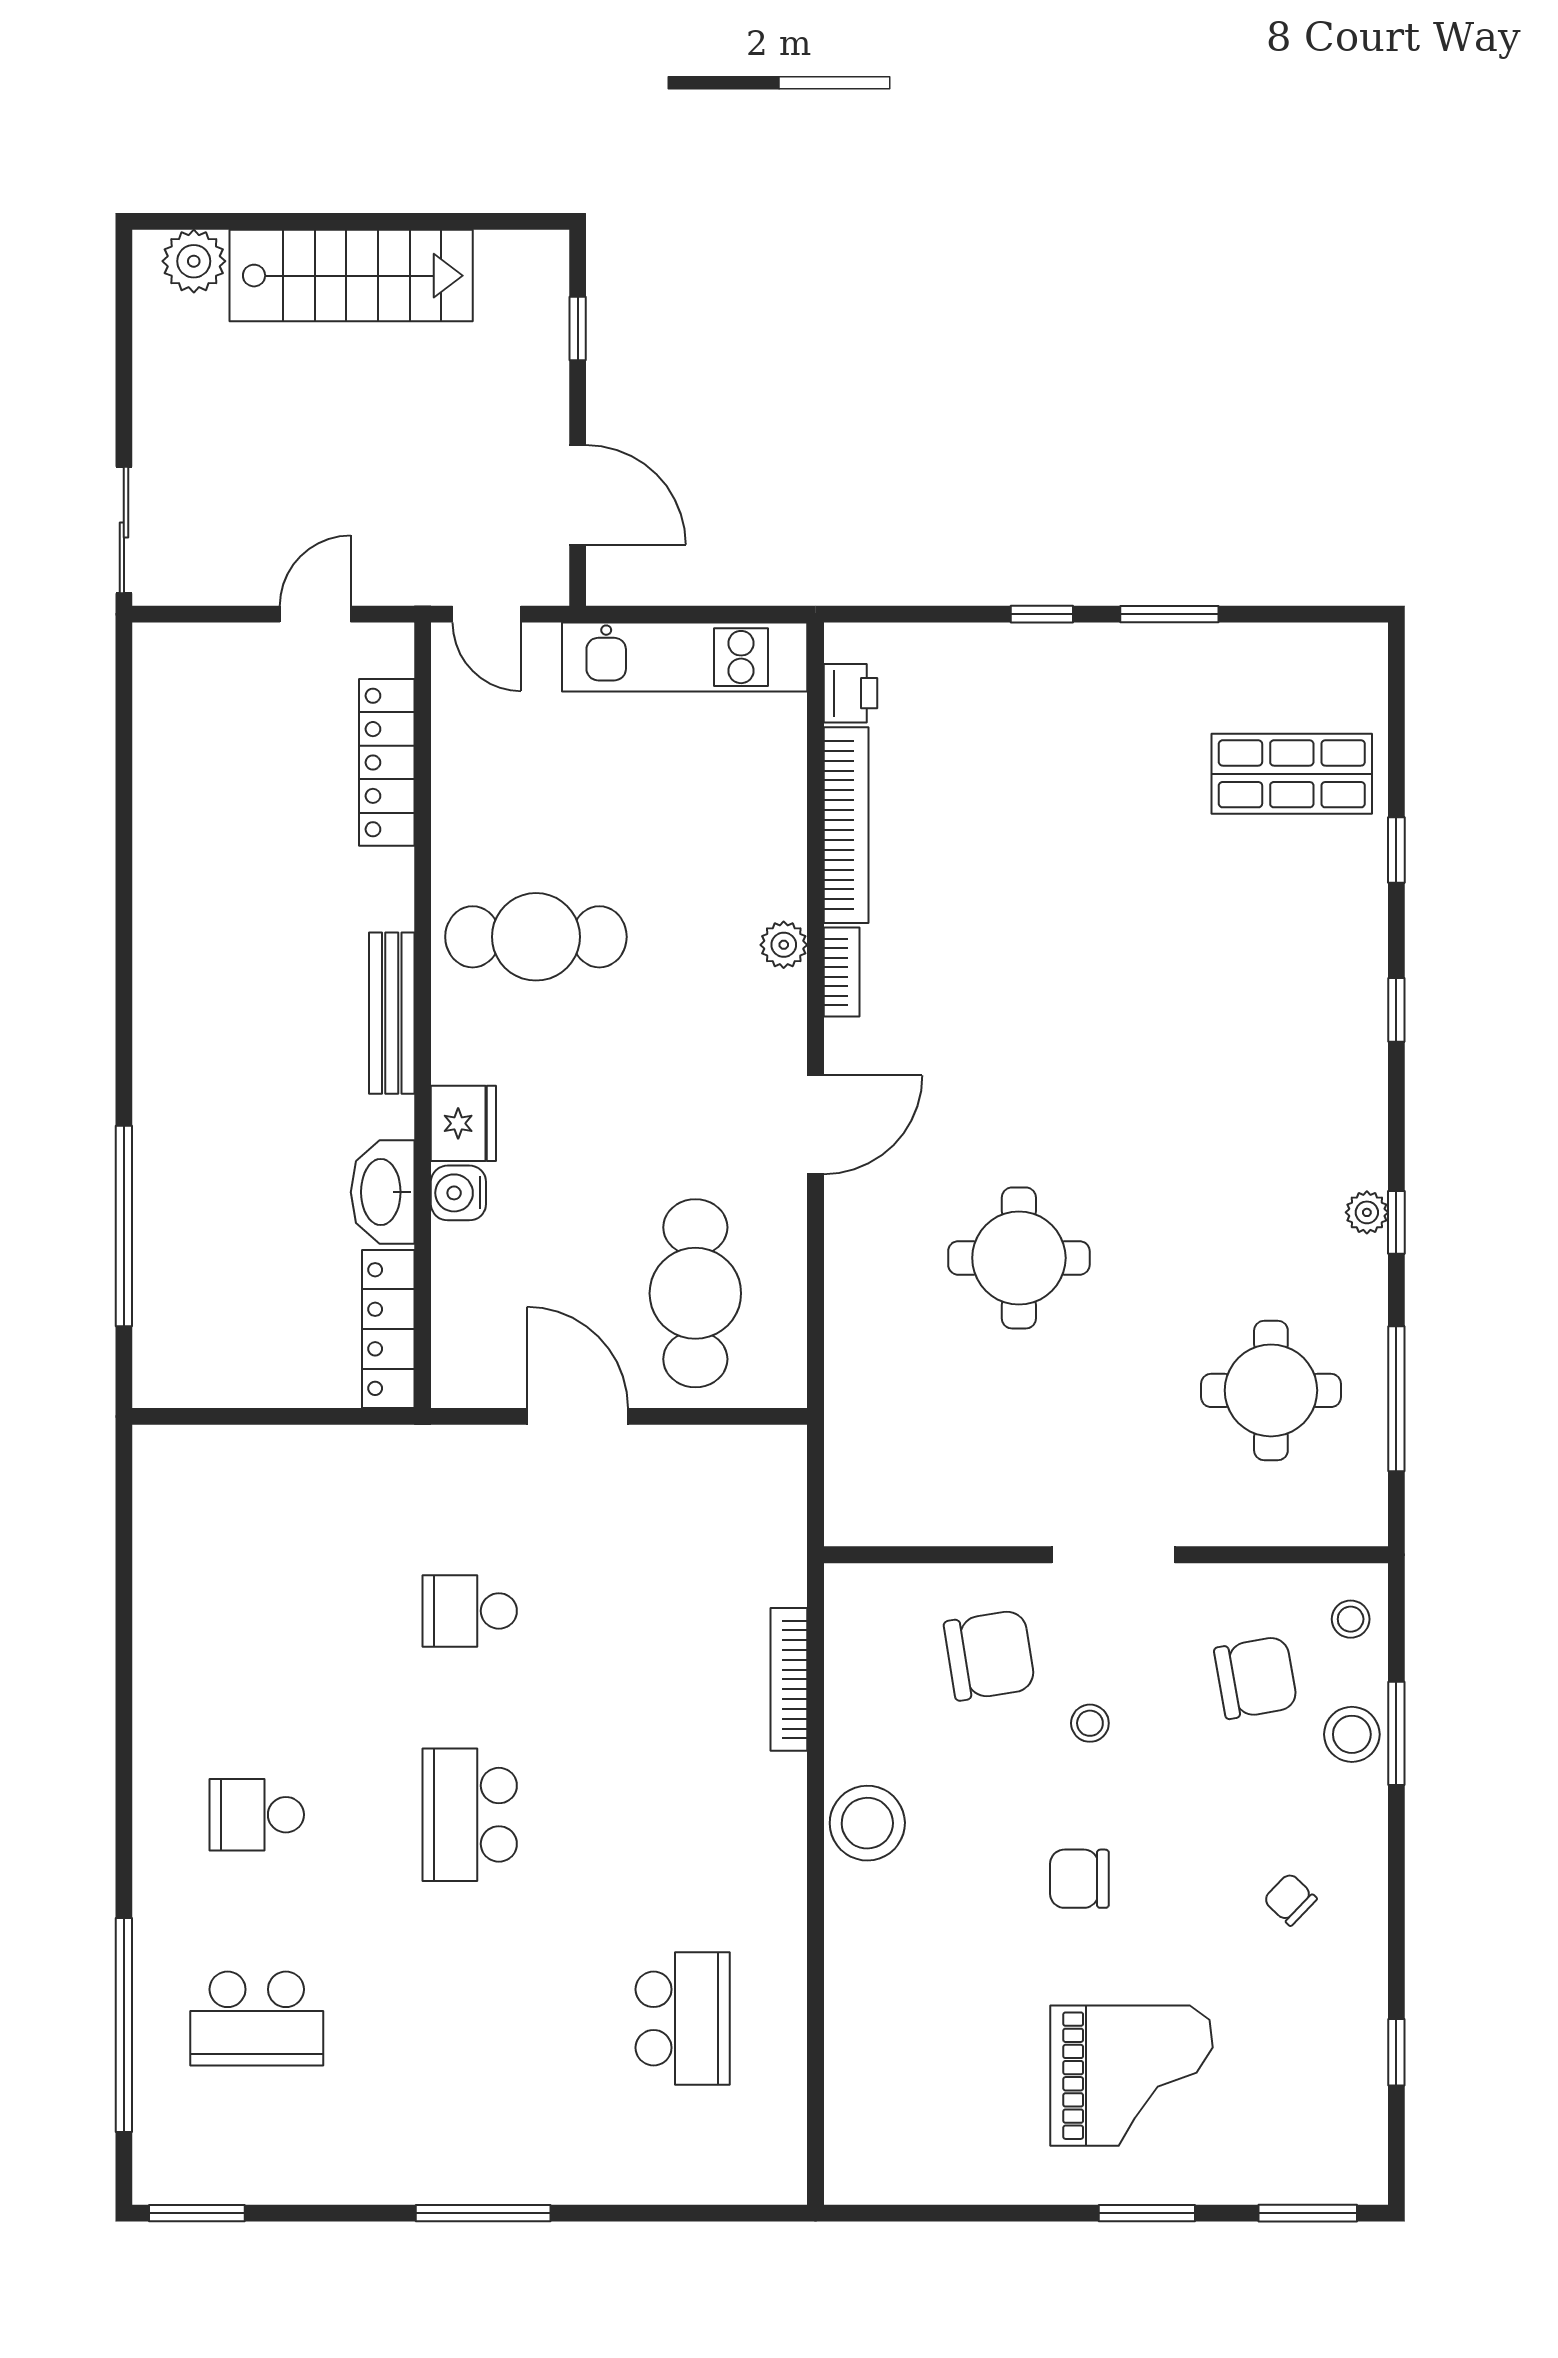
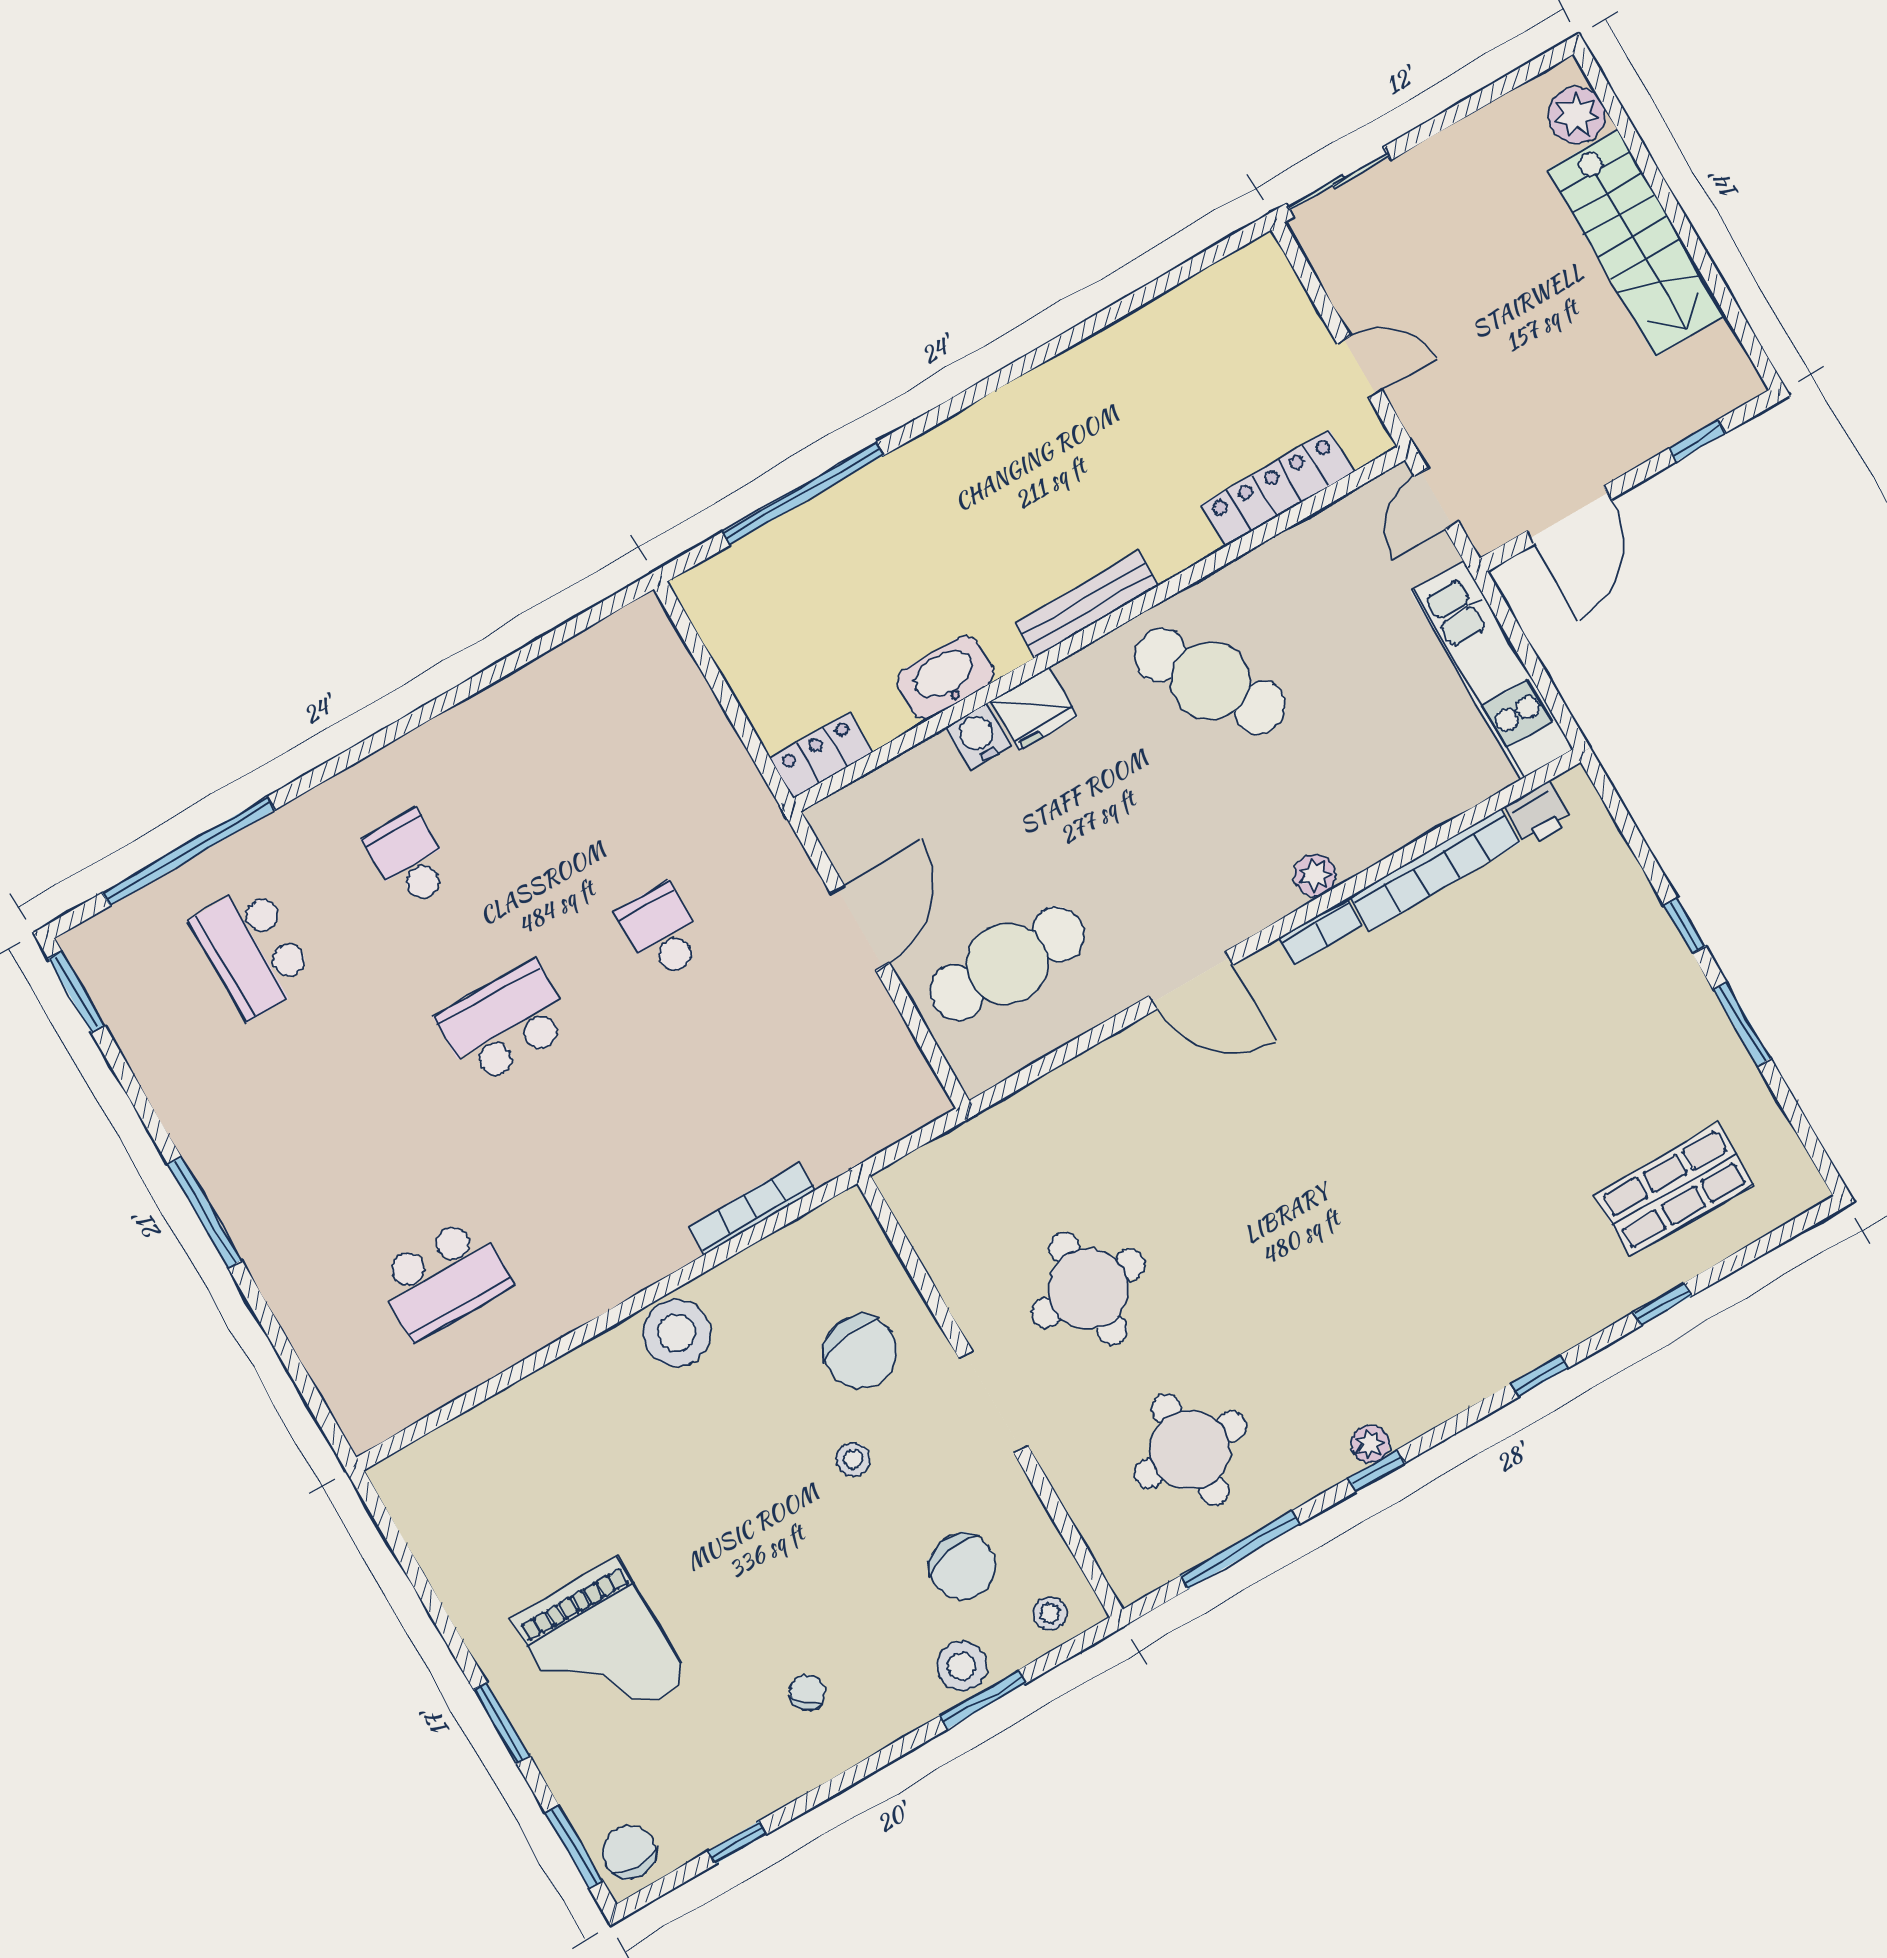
shop shelf: (1292, 774) -> (1674, 1190), turned 90
cafe table: (536, 937) -> (1210, 681), turned -32
round table: (1019, 1258) -> (1088, 1289), moved
locker: (388, 1329) -> (821, 755), width x0.66
chair: (1079, 1879) -> (629, 1852), moved

